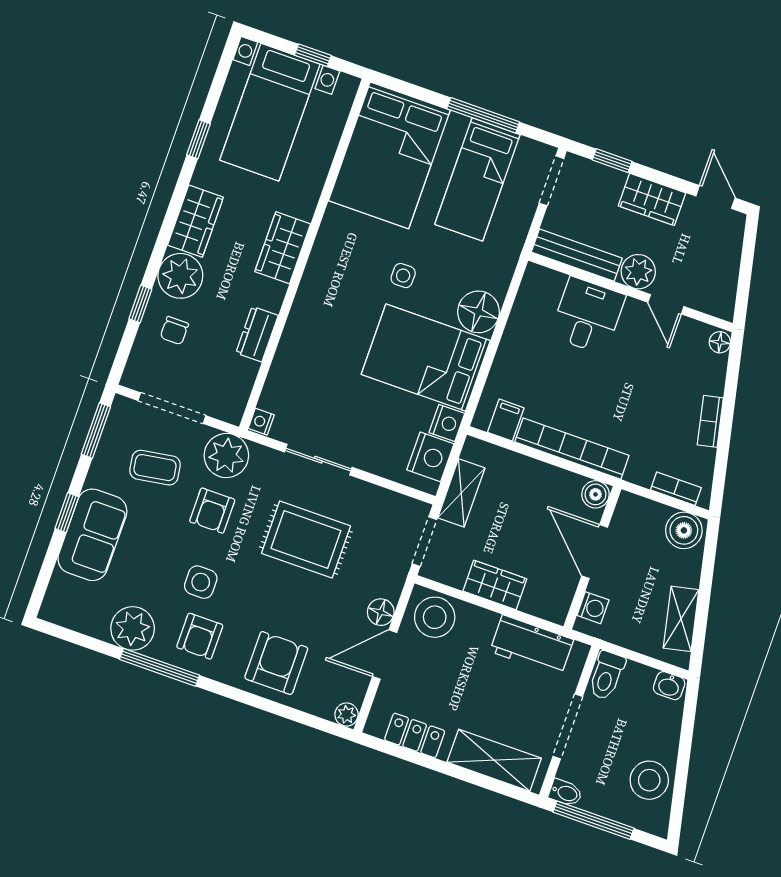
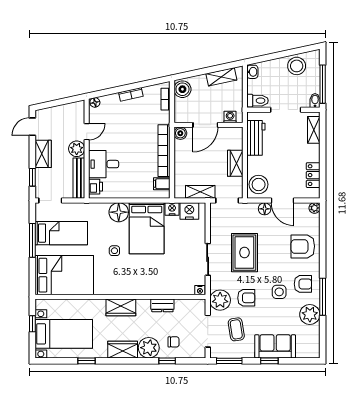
printer: (548, 283) -> (96, 187), added
shelving: (494, 760) -> (314, 130), width x0.67, depth x0.75

